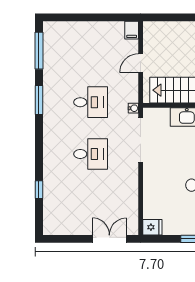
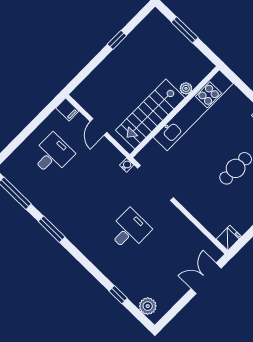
desk: (91, 102) -> (52, 155), moved
plant: (51, 218) -> (148, 306), added

